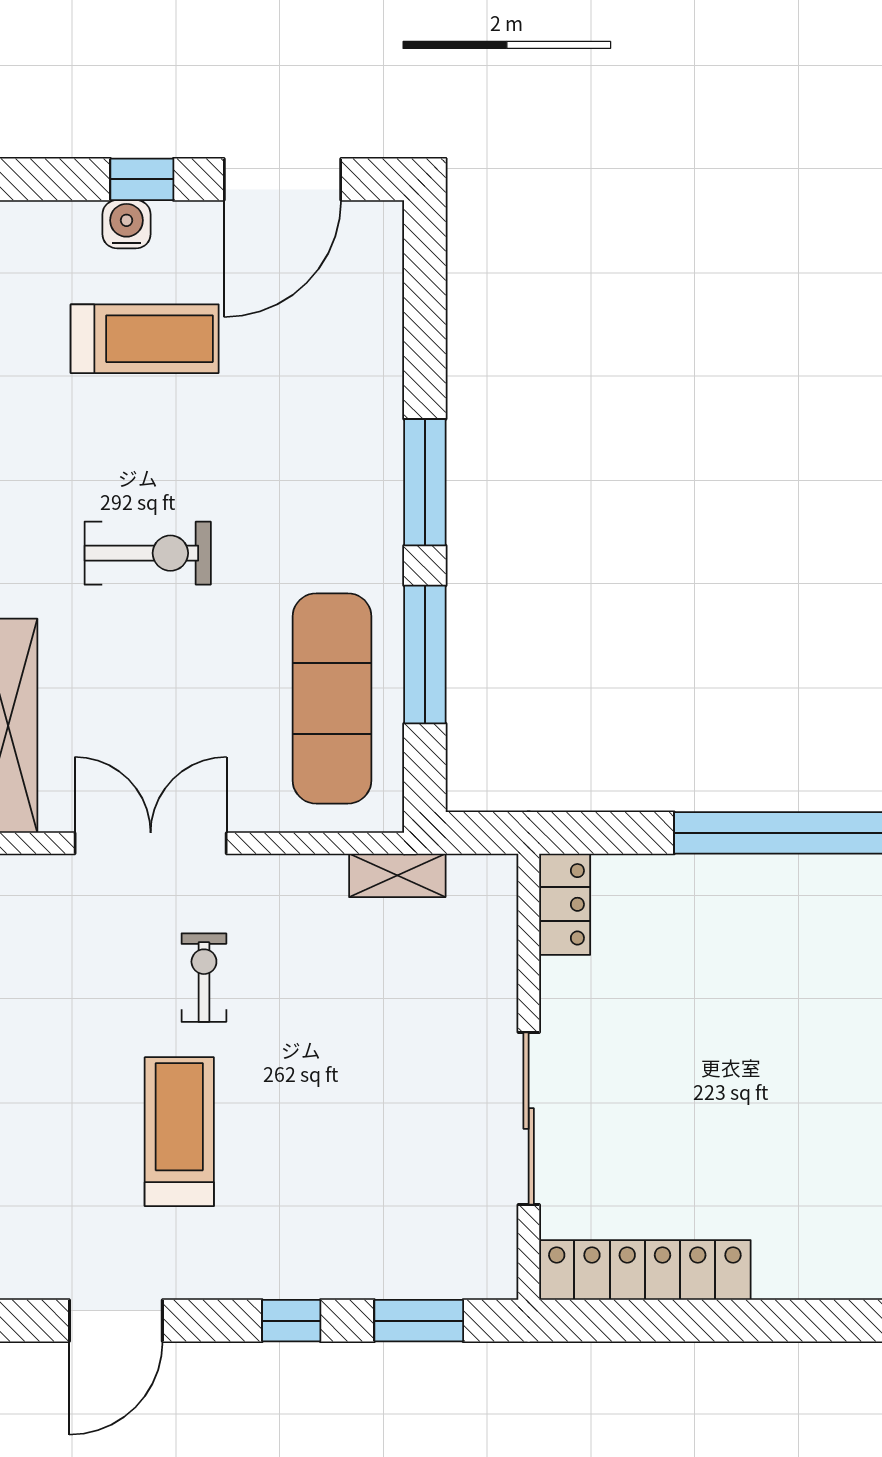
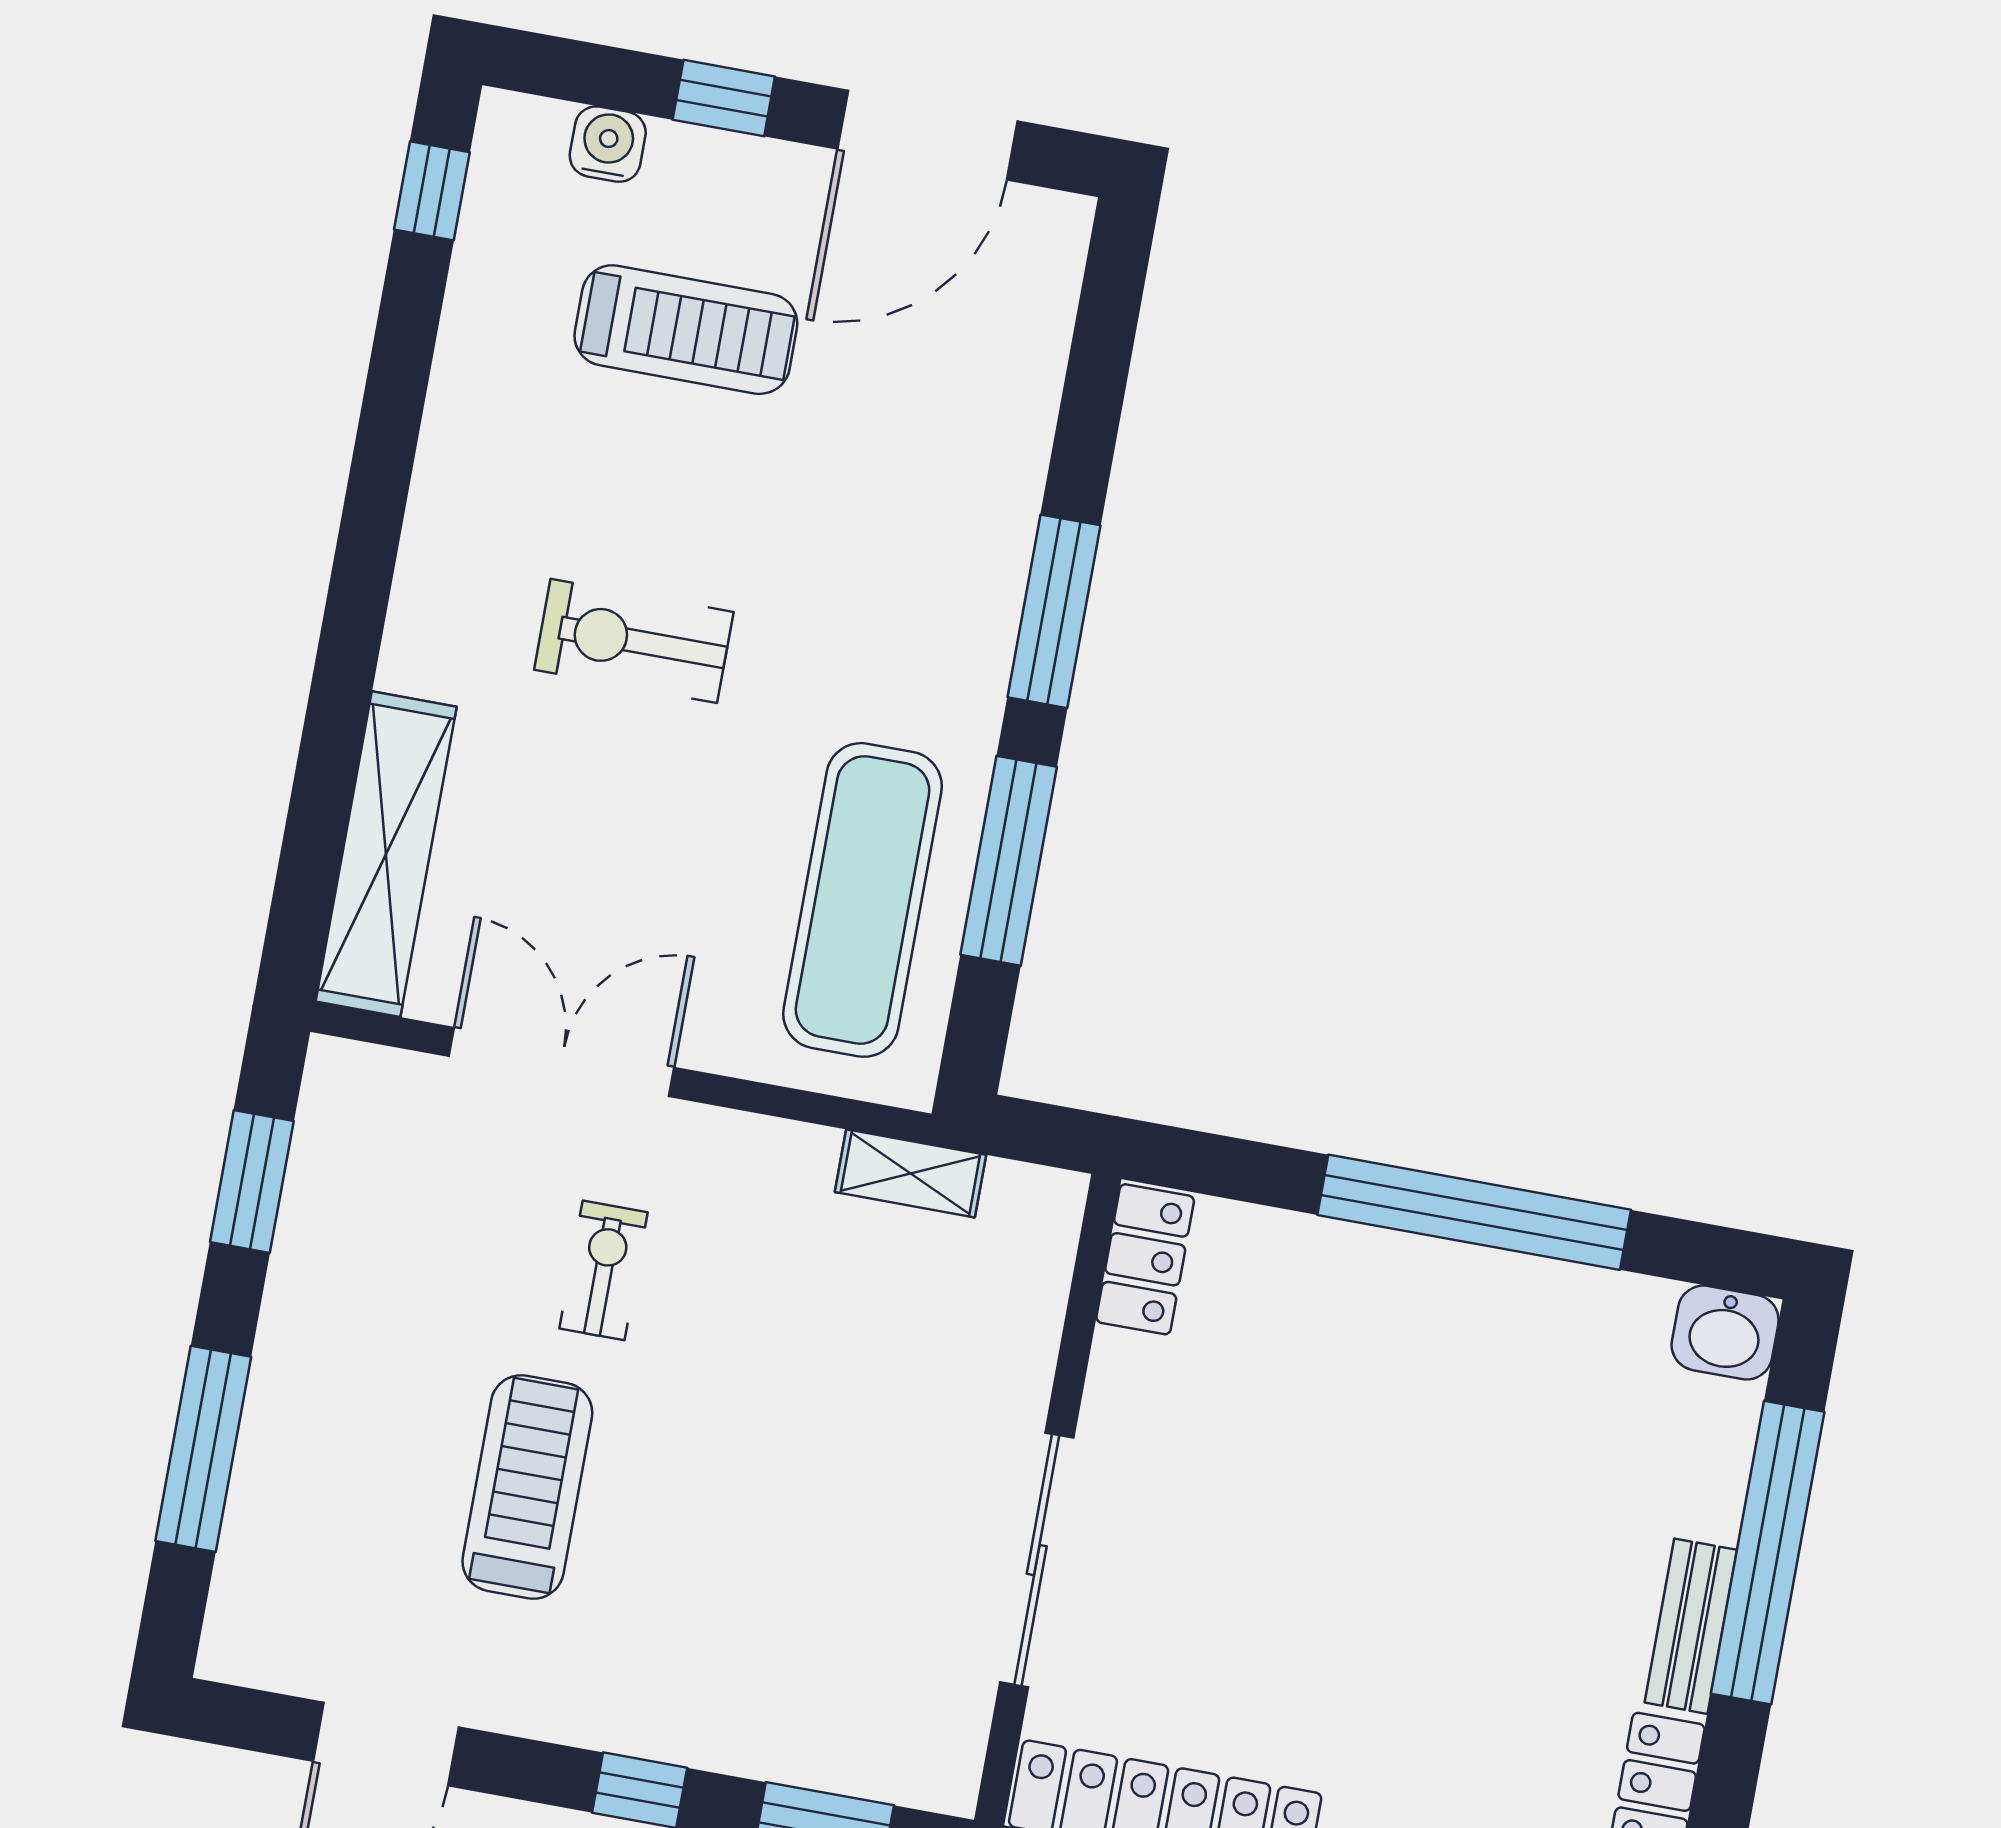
water cooler: (127, 224) -> (608, 144), moved
exercise bike: (148, 553) -> (634, 641), turned 180

